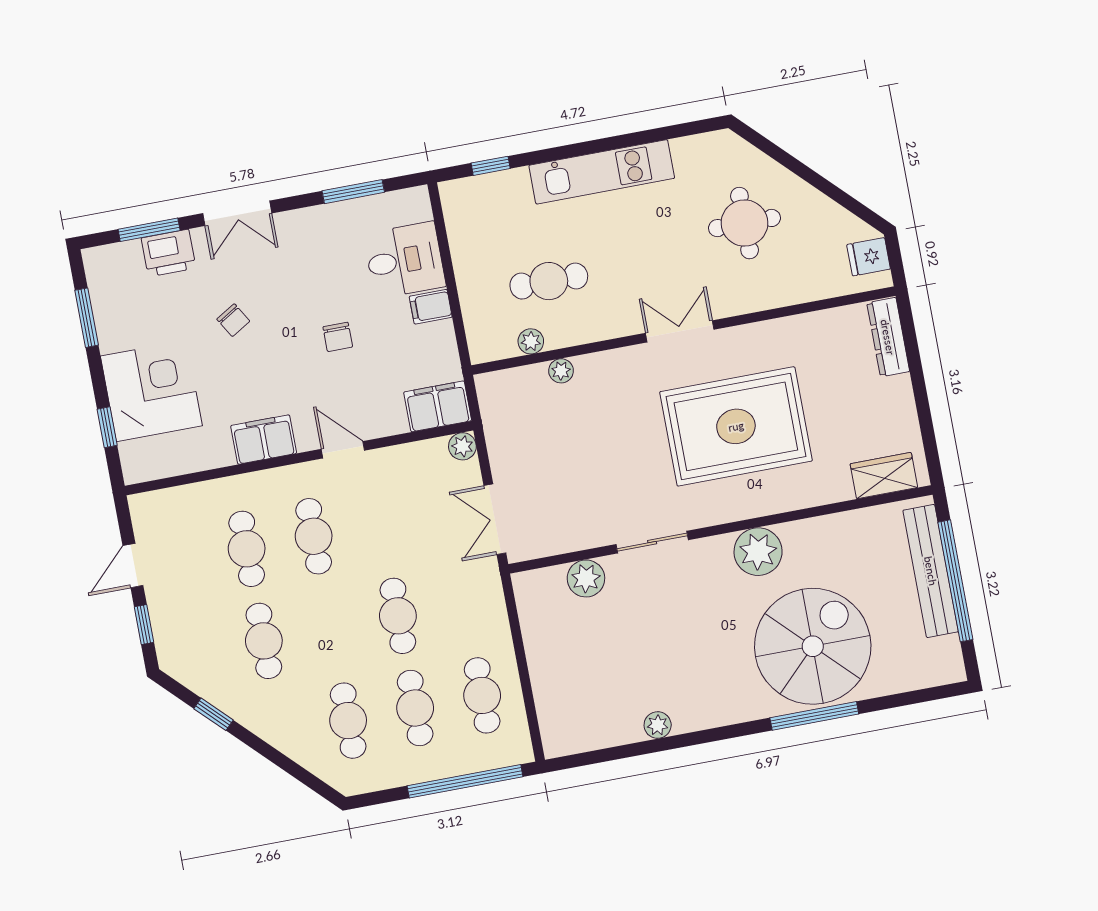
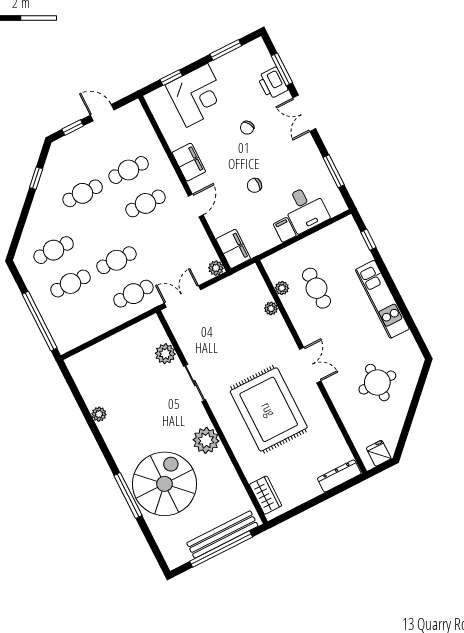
spiral stairs: (813, 646) -> (164, 484), turned -90
cafe table: (482, 695) -> (133, 294), moved

